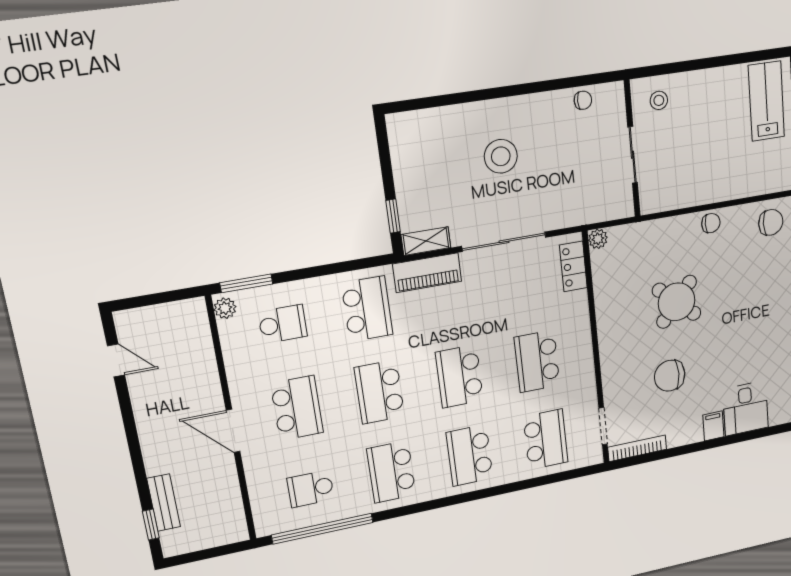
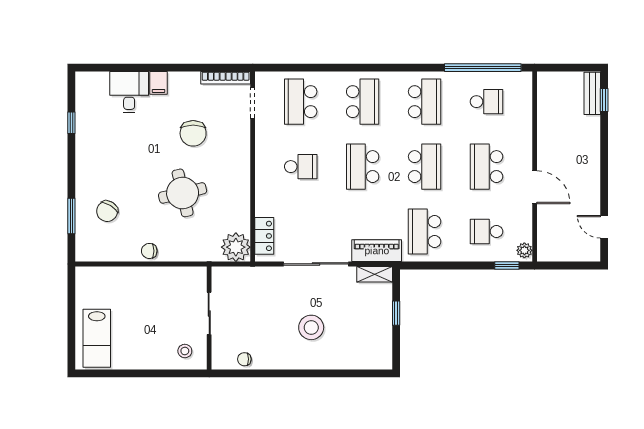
window: (393, 216) -> (396, 313), moved
chair: (771, 222) -> (107, 211), moved, turned -58
plant: (598, 239) -> (236, 247), width x1.88, depth x1.88
window: (246, 283) -> (507, 266), width x0.67
round table: (677, 302) -> (183, 193), turned 36
school desk: (537, 361) -> (301, 167), width x0.54
school desk: (459, 376) -> (363, 167), turned 180
chair: (670, 376) -> (193, 133), turned 90
door: (233, 431) -> (535, 187), moved
bench: (164, 503) -> (592, 93), moved

